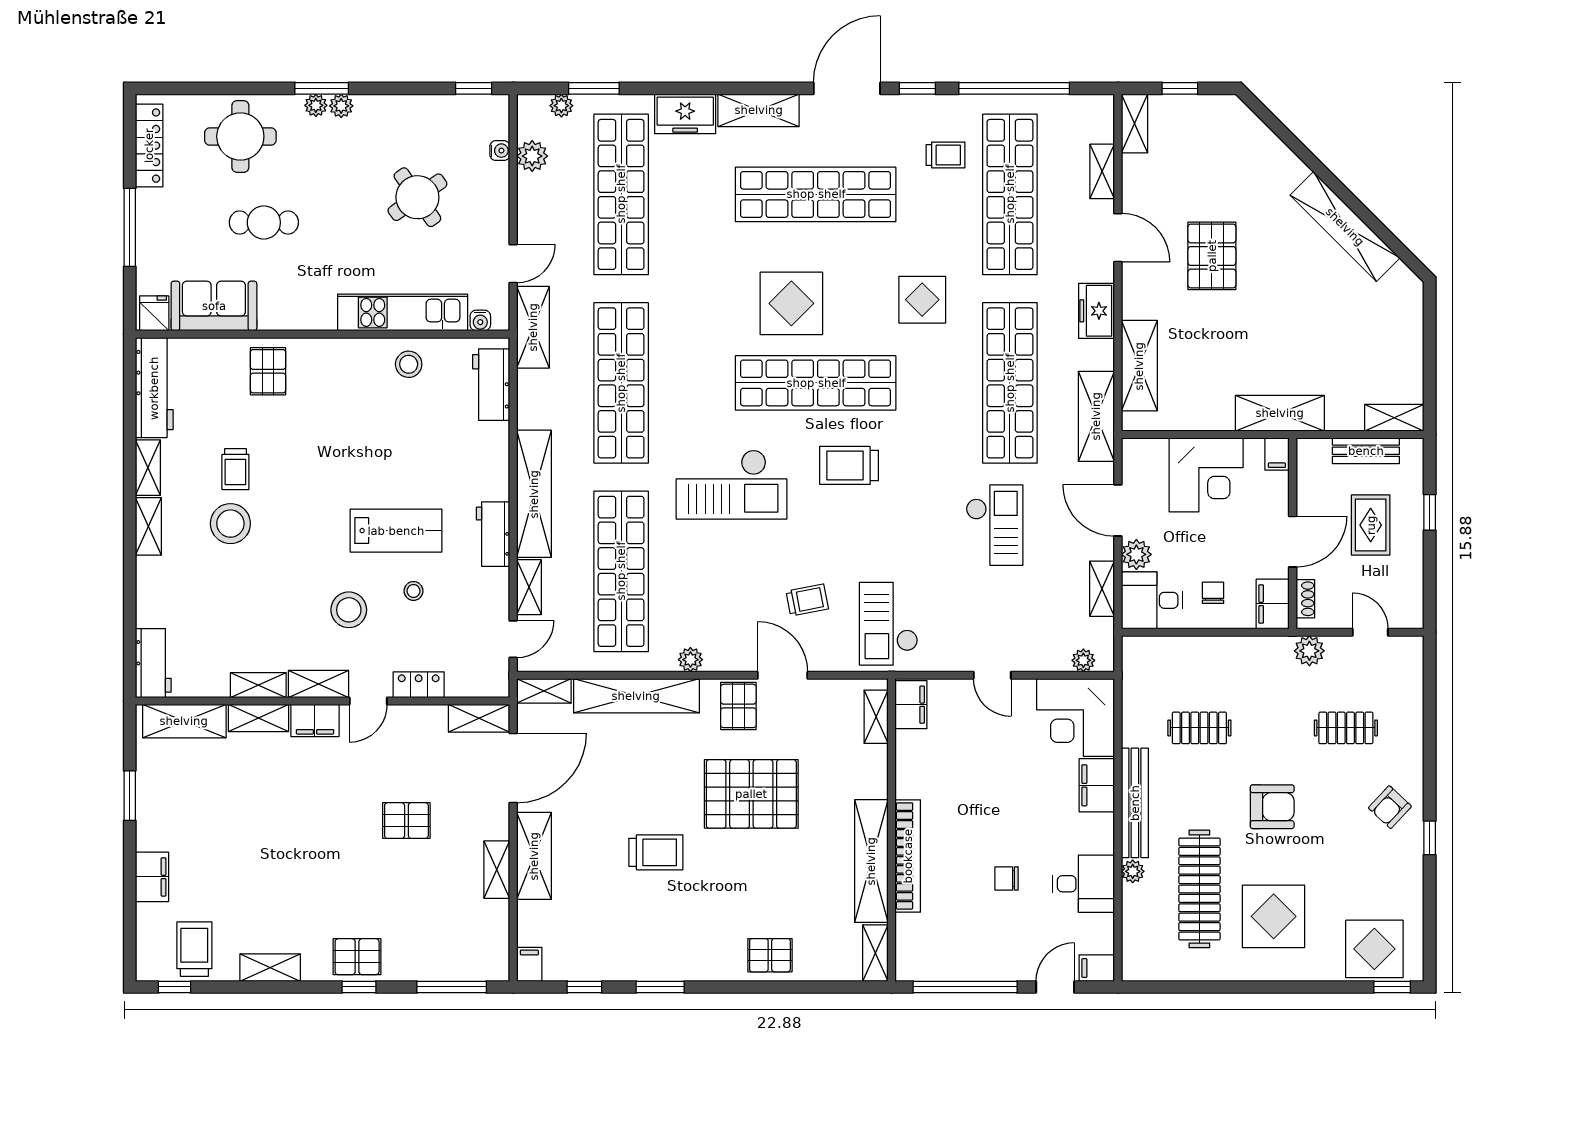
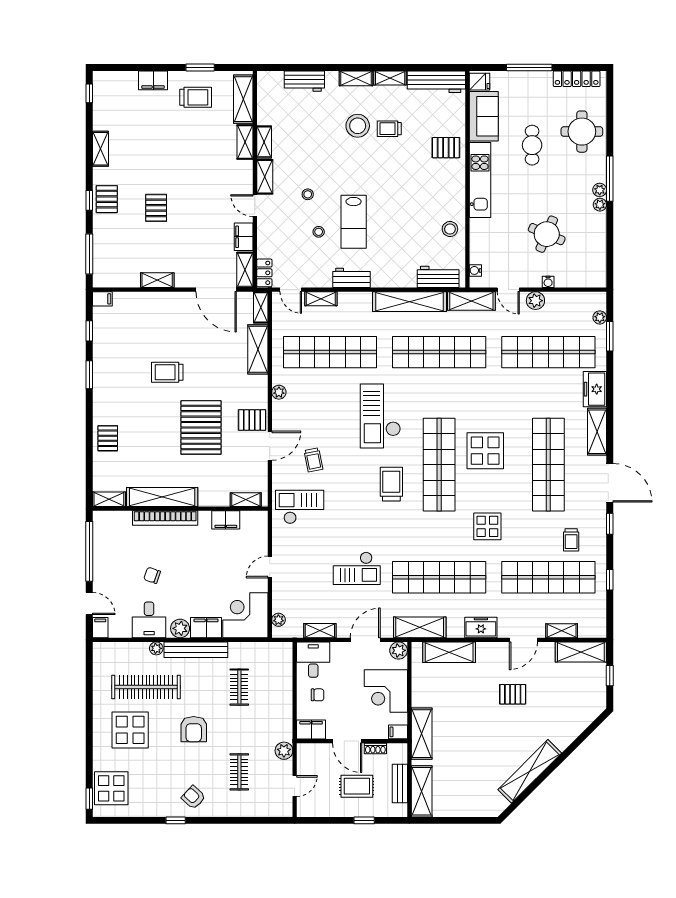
window: (322, 88) -> (610, 179), width x1.44
window: (474, 88) -> (610, 267), removed
window: (1014, 88) -> (610, 580), width x0.32
plant: (316, 105) -> (600, 205), moved
shelving: (1135, 123) -> (581, 652), width x1.50, depth x1.33
water cooler: (500, 151) -> (548, 282), moved
plant: (532, 156) -> (535, 301), moved
round table: (417, 197) -> (547, 234), turned -32
pallet: (1212, 256) -> (513, 694), width x0.67, depth x0.71
kitchen unit: (403, 312) -> (480, 180), moved
shelving: (1394, 418) -> (422, 791), width x1.50, depth x1.33
shelving: (534, 494) -> (410, 302), moved
plant: (1136, 554) -> (399, 650), moved
shoe rack: (1305, 599) -> (375, 748), moved
stool: (349, 610) -> (308, 194), width x0.53, depth x0.53
workbench: (153, 663) -> (304, 81), moved
locker: (419, 685) -> (264, 273), moved
shelving: (636, 696) -> (258, 349), width x0.68
filing cabinet: (911, 705) -> (226, 520), moved
filing cabinet: (315, 721) -> (244, 237), moved
pallet: (406, 821) -> (156, 208), moved
plant: (1098, 830) -> (180, 628), added
trolley: (656, 852) -> (167, 372), turned 90
shelving: (534, 856) -> (165, 302), removed
chair: (1007, 878) -> (152, 575), turned -71
trolley: (194, 949) -> (196, 97), moved

